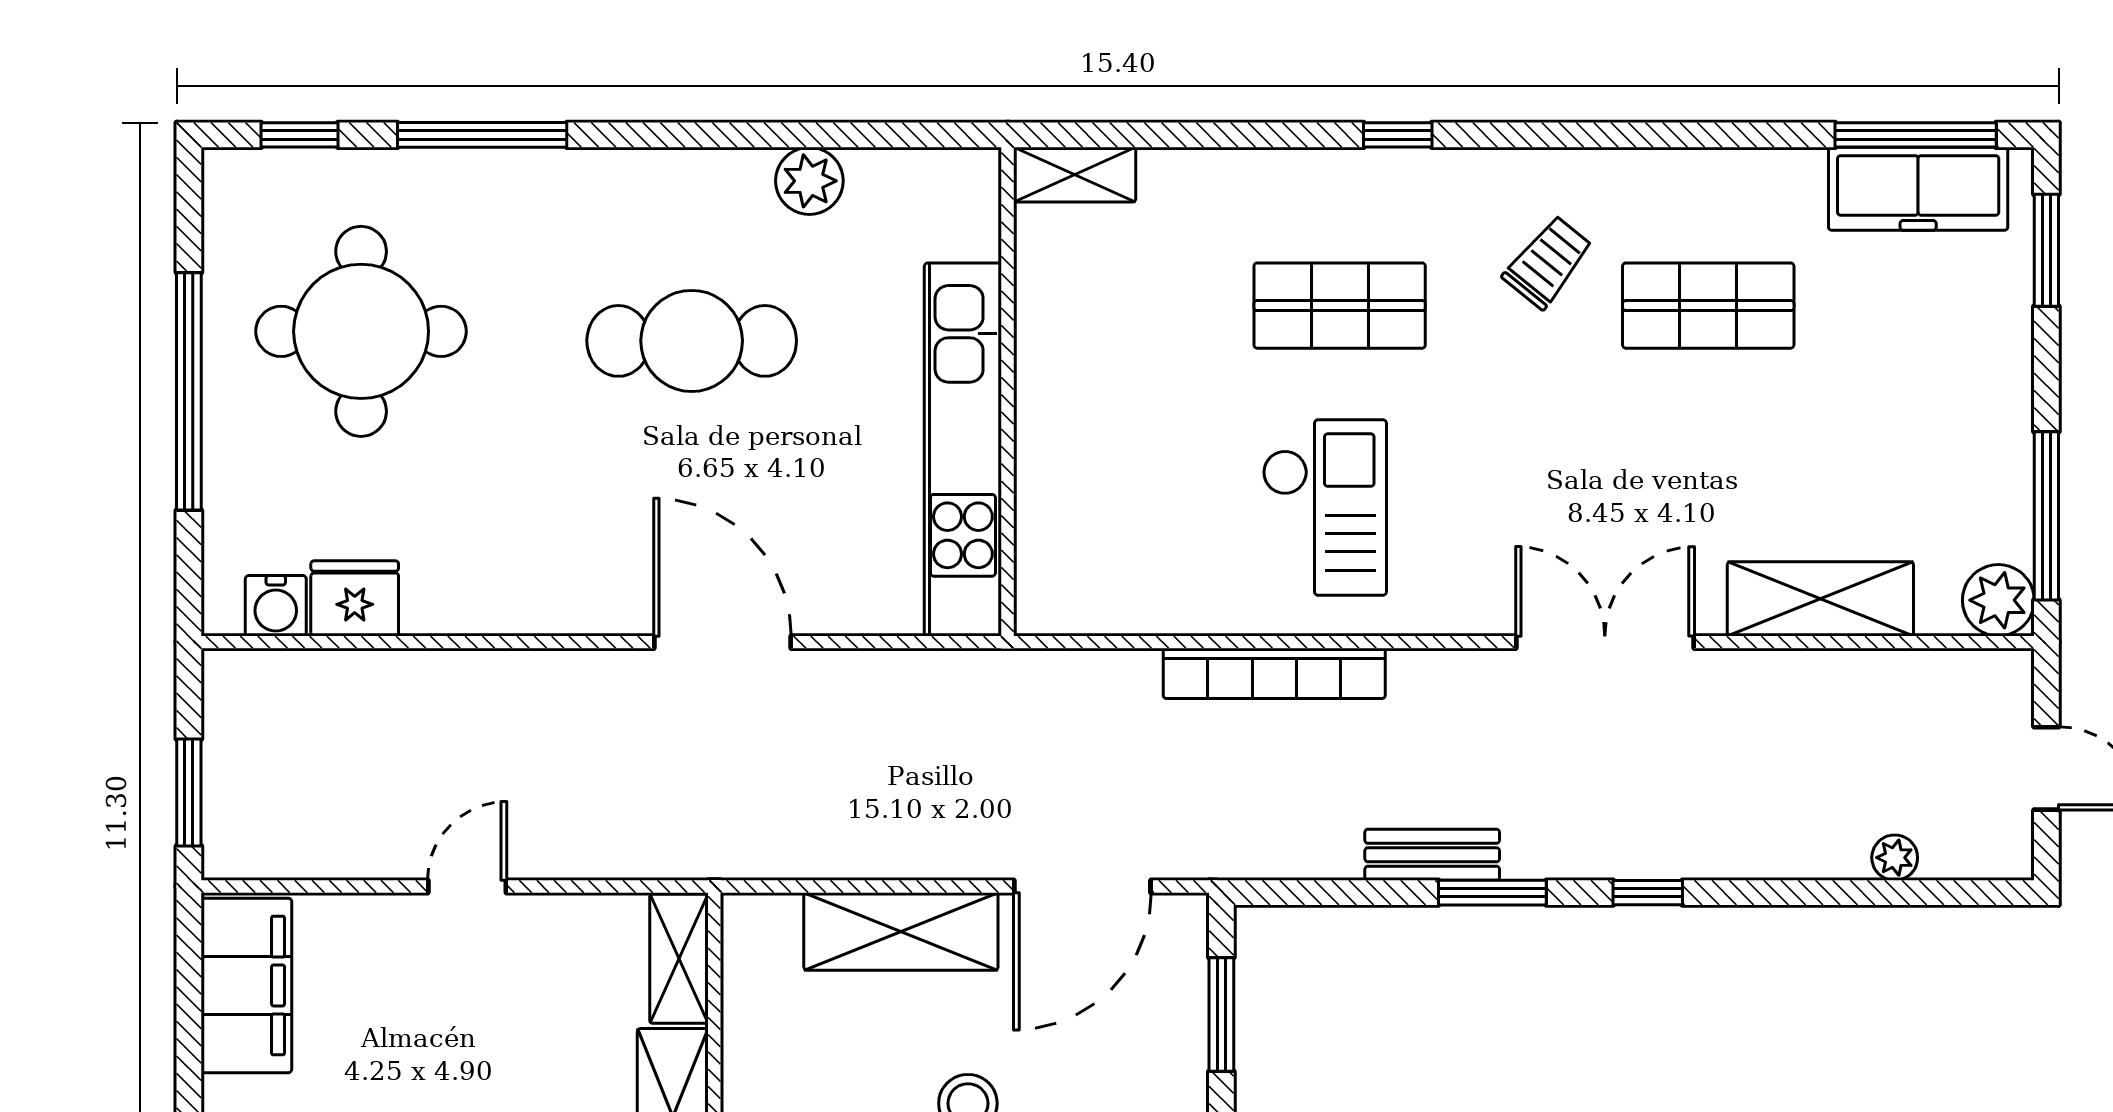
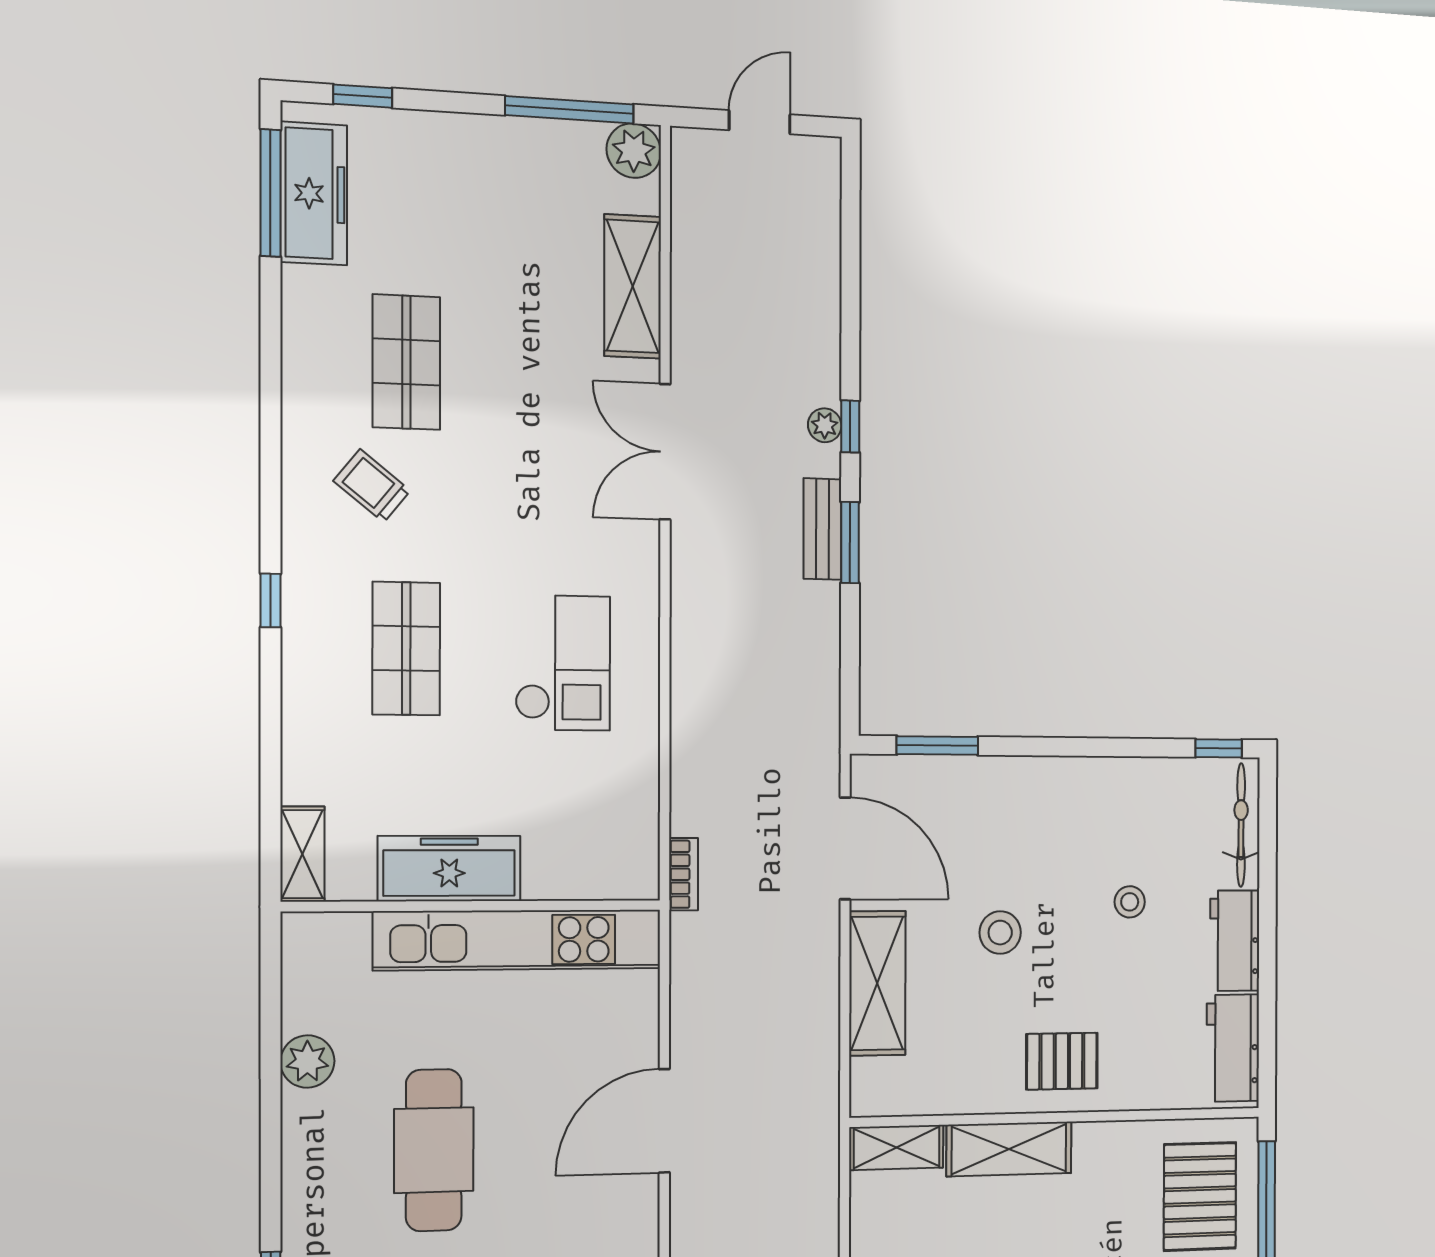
window: (2046, 250) -> (363, 96), width x0.67
freezer: (1056, 361) -> (449, 868), added
checkout: (1325, 507) -> (563, 663), turned 90
bookcase: (1274, 673) -> (684, 874), moved, width x0.43, depth x0.76
bench: (1432, 855) -> (822, 529), moved
plant: (1895, 858) -> (825, 425), moved

